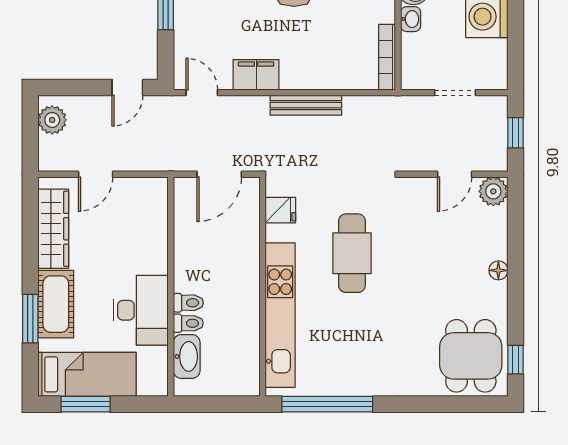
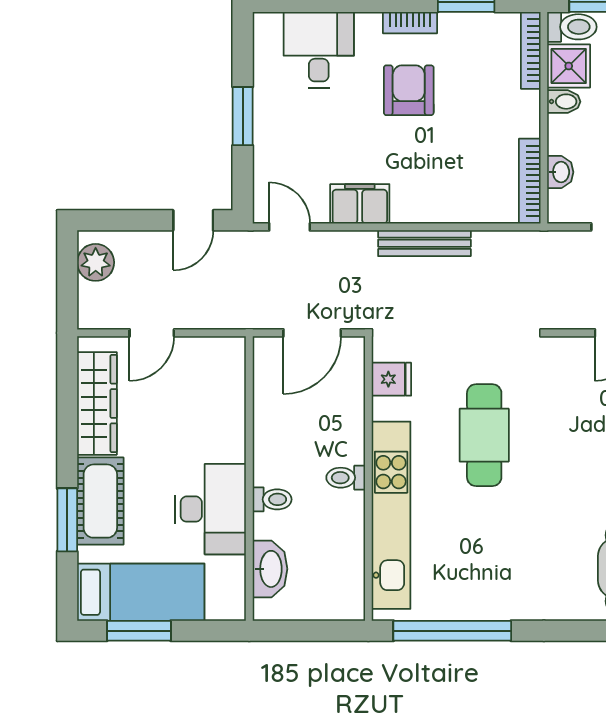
washbasin: (411, 19) -> (560, 172), moved
toilet: (188, 323) -> (346, 478), moved, turned 180

